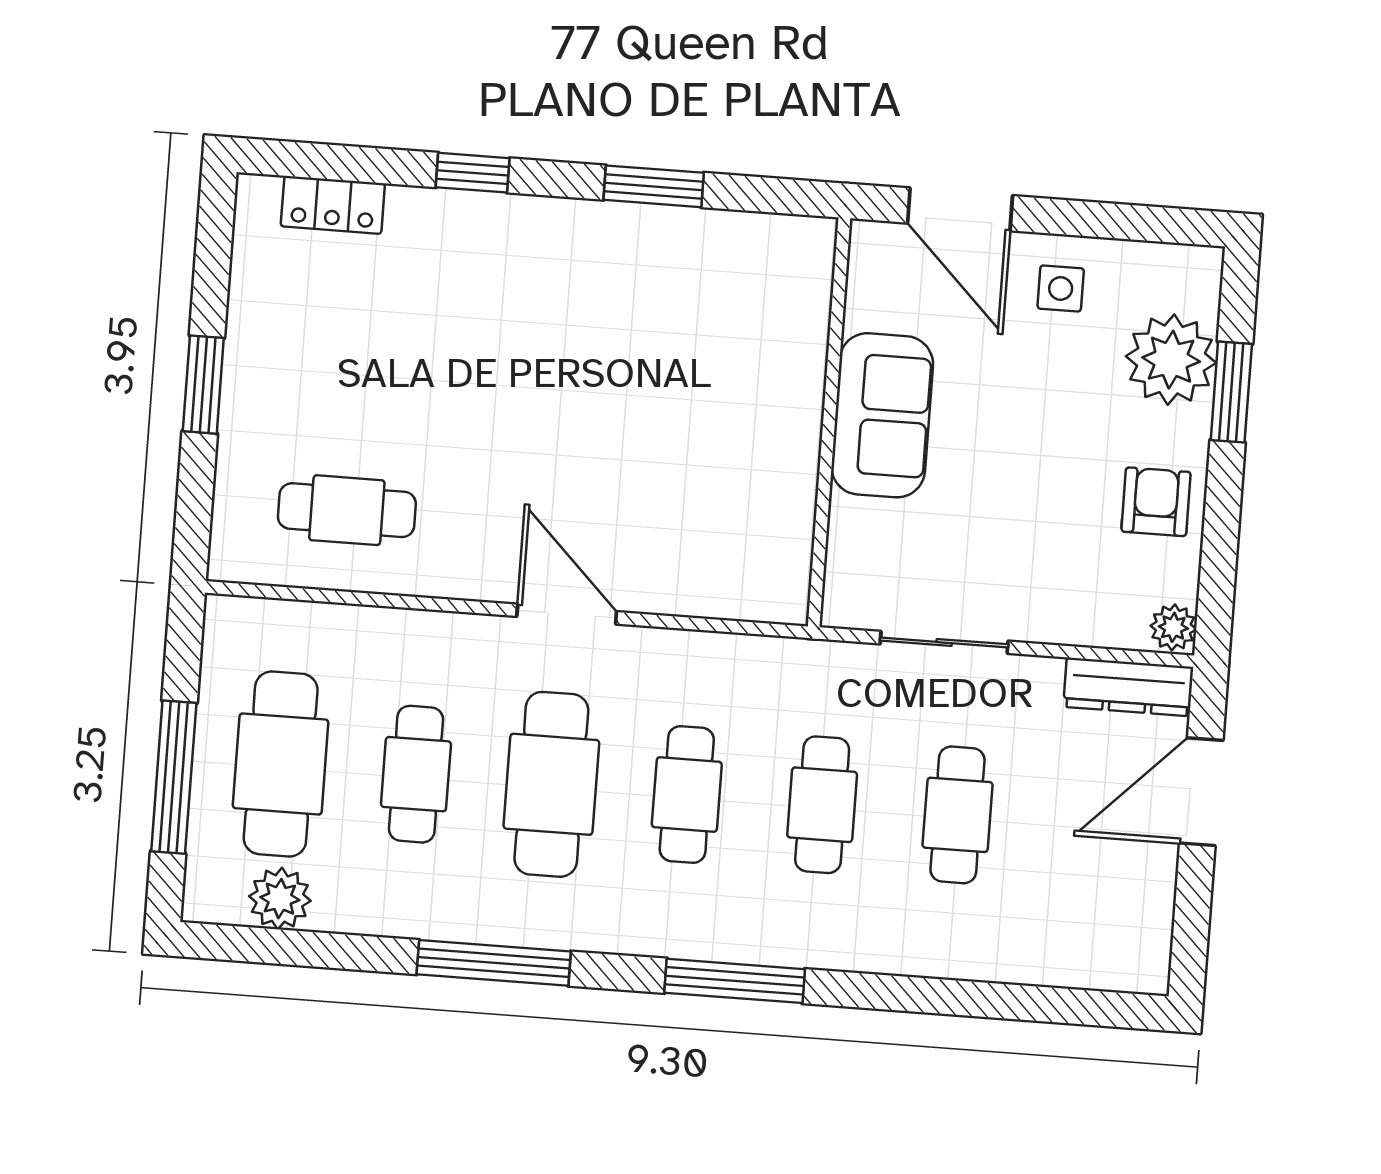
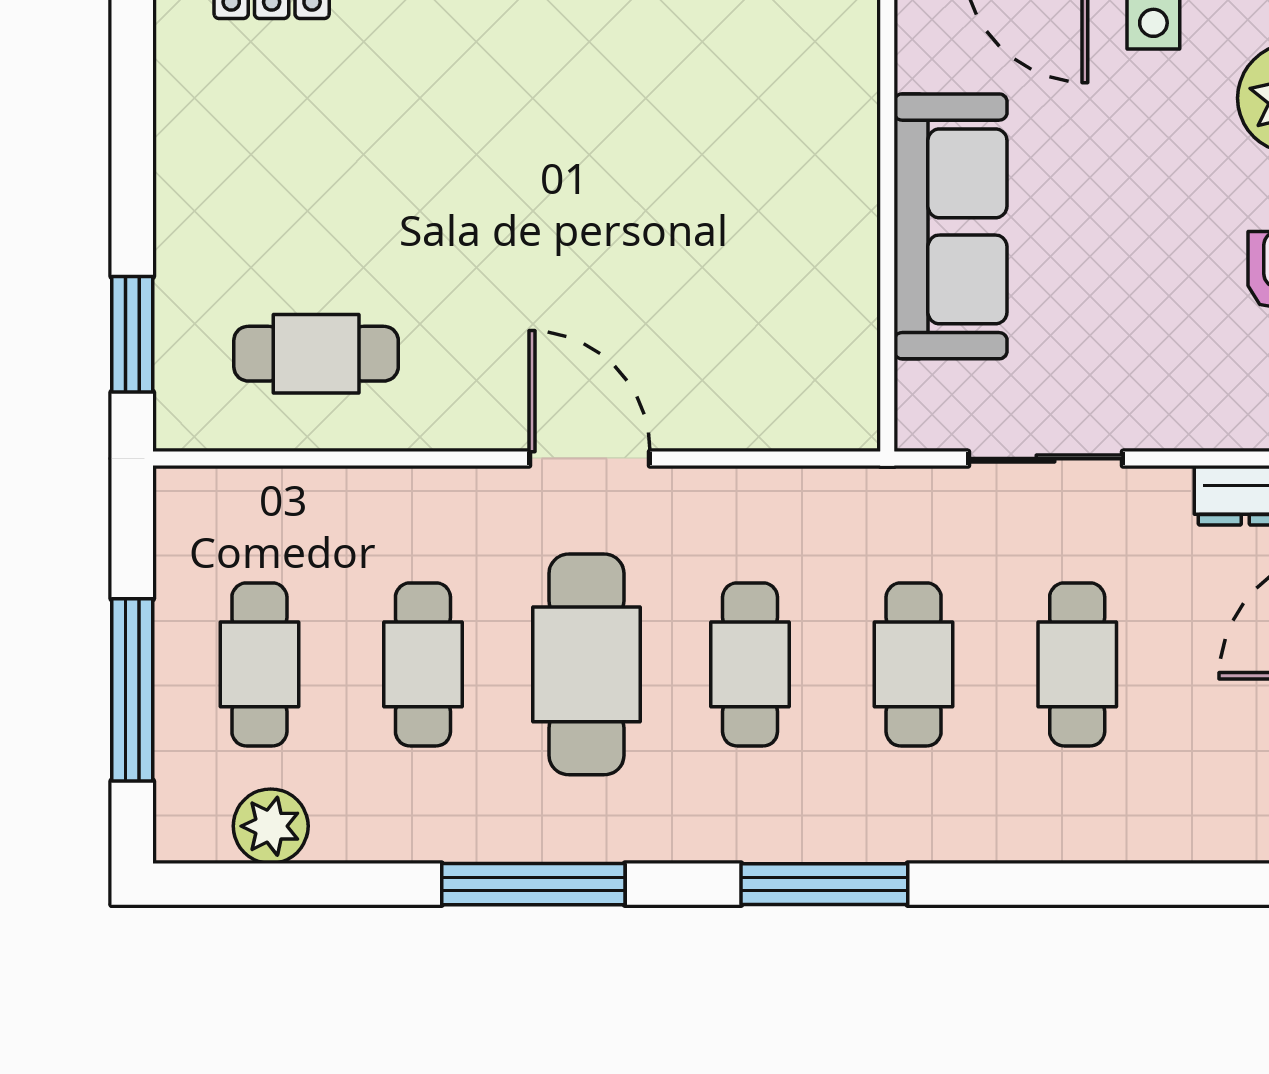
window: (203, 385) -> (132, 334), moved
sofa: (882, 415) -> (951, 226), width x1.36
cafe table: (281, 764) -> (259, 664), width x0.73, depth x0.74

